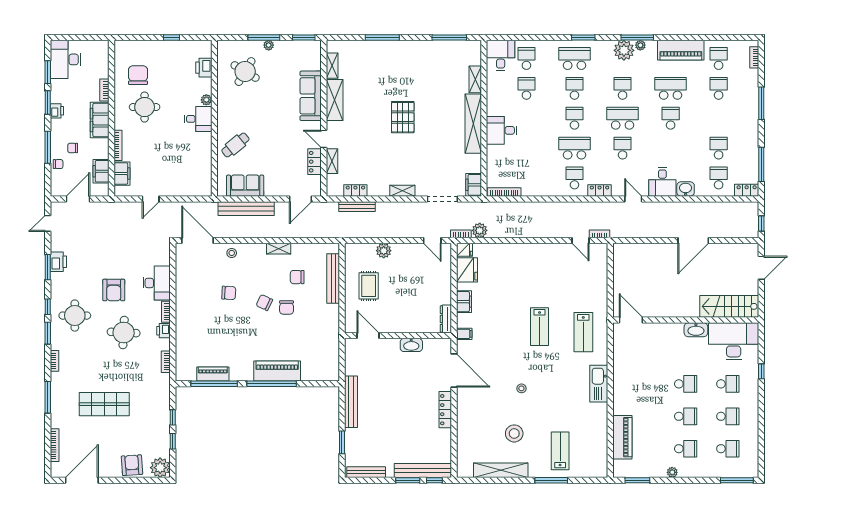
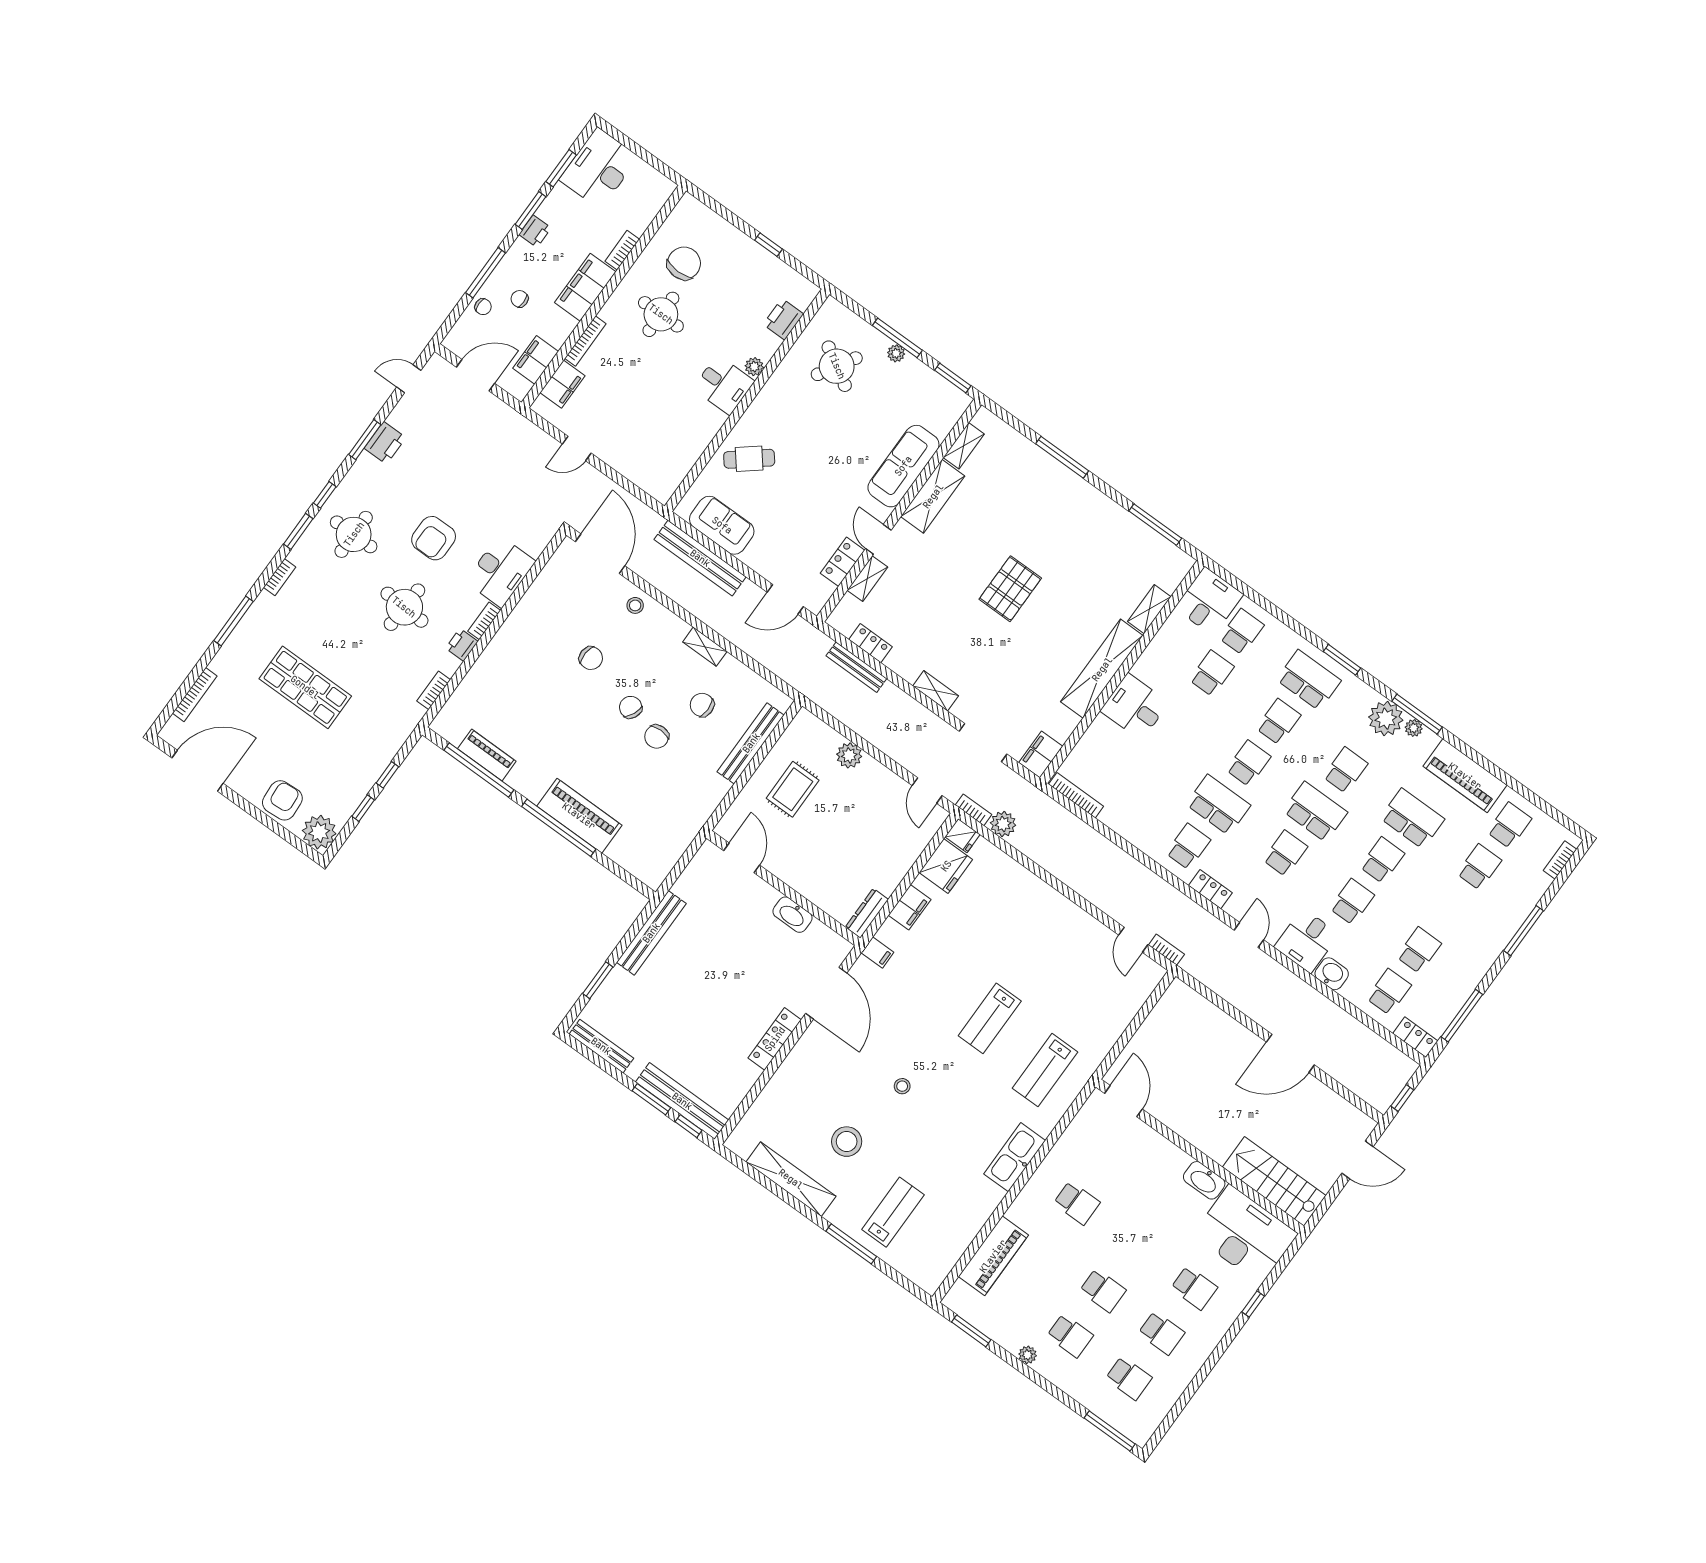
school desk: (671, 148) -> (1352, 902), added
school desk: (686, 384) -> (1077, 1203), moved

